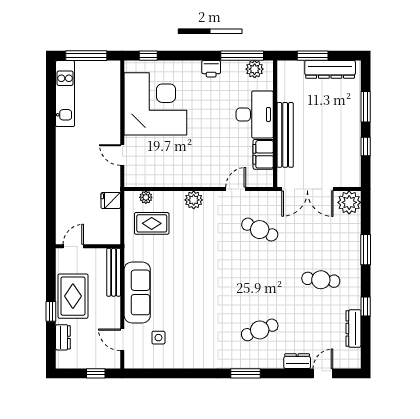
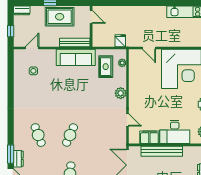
door: (122, 155) -> (149, 48), swing flipped
cafe table: (260, 230) -> (70, 135), moved
sofa: (137, 292) -> (76, 57), moved
dresser: (63, 337) -> (22, 10), moved
window: (246, 373) -> (11, 154), moved

